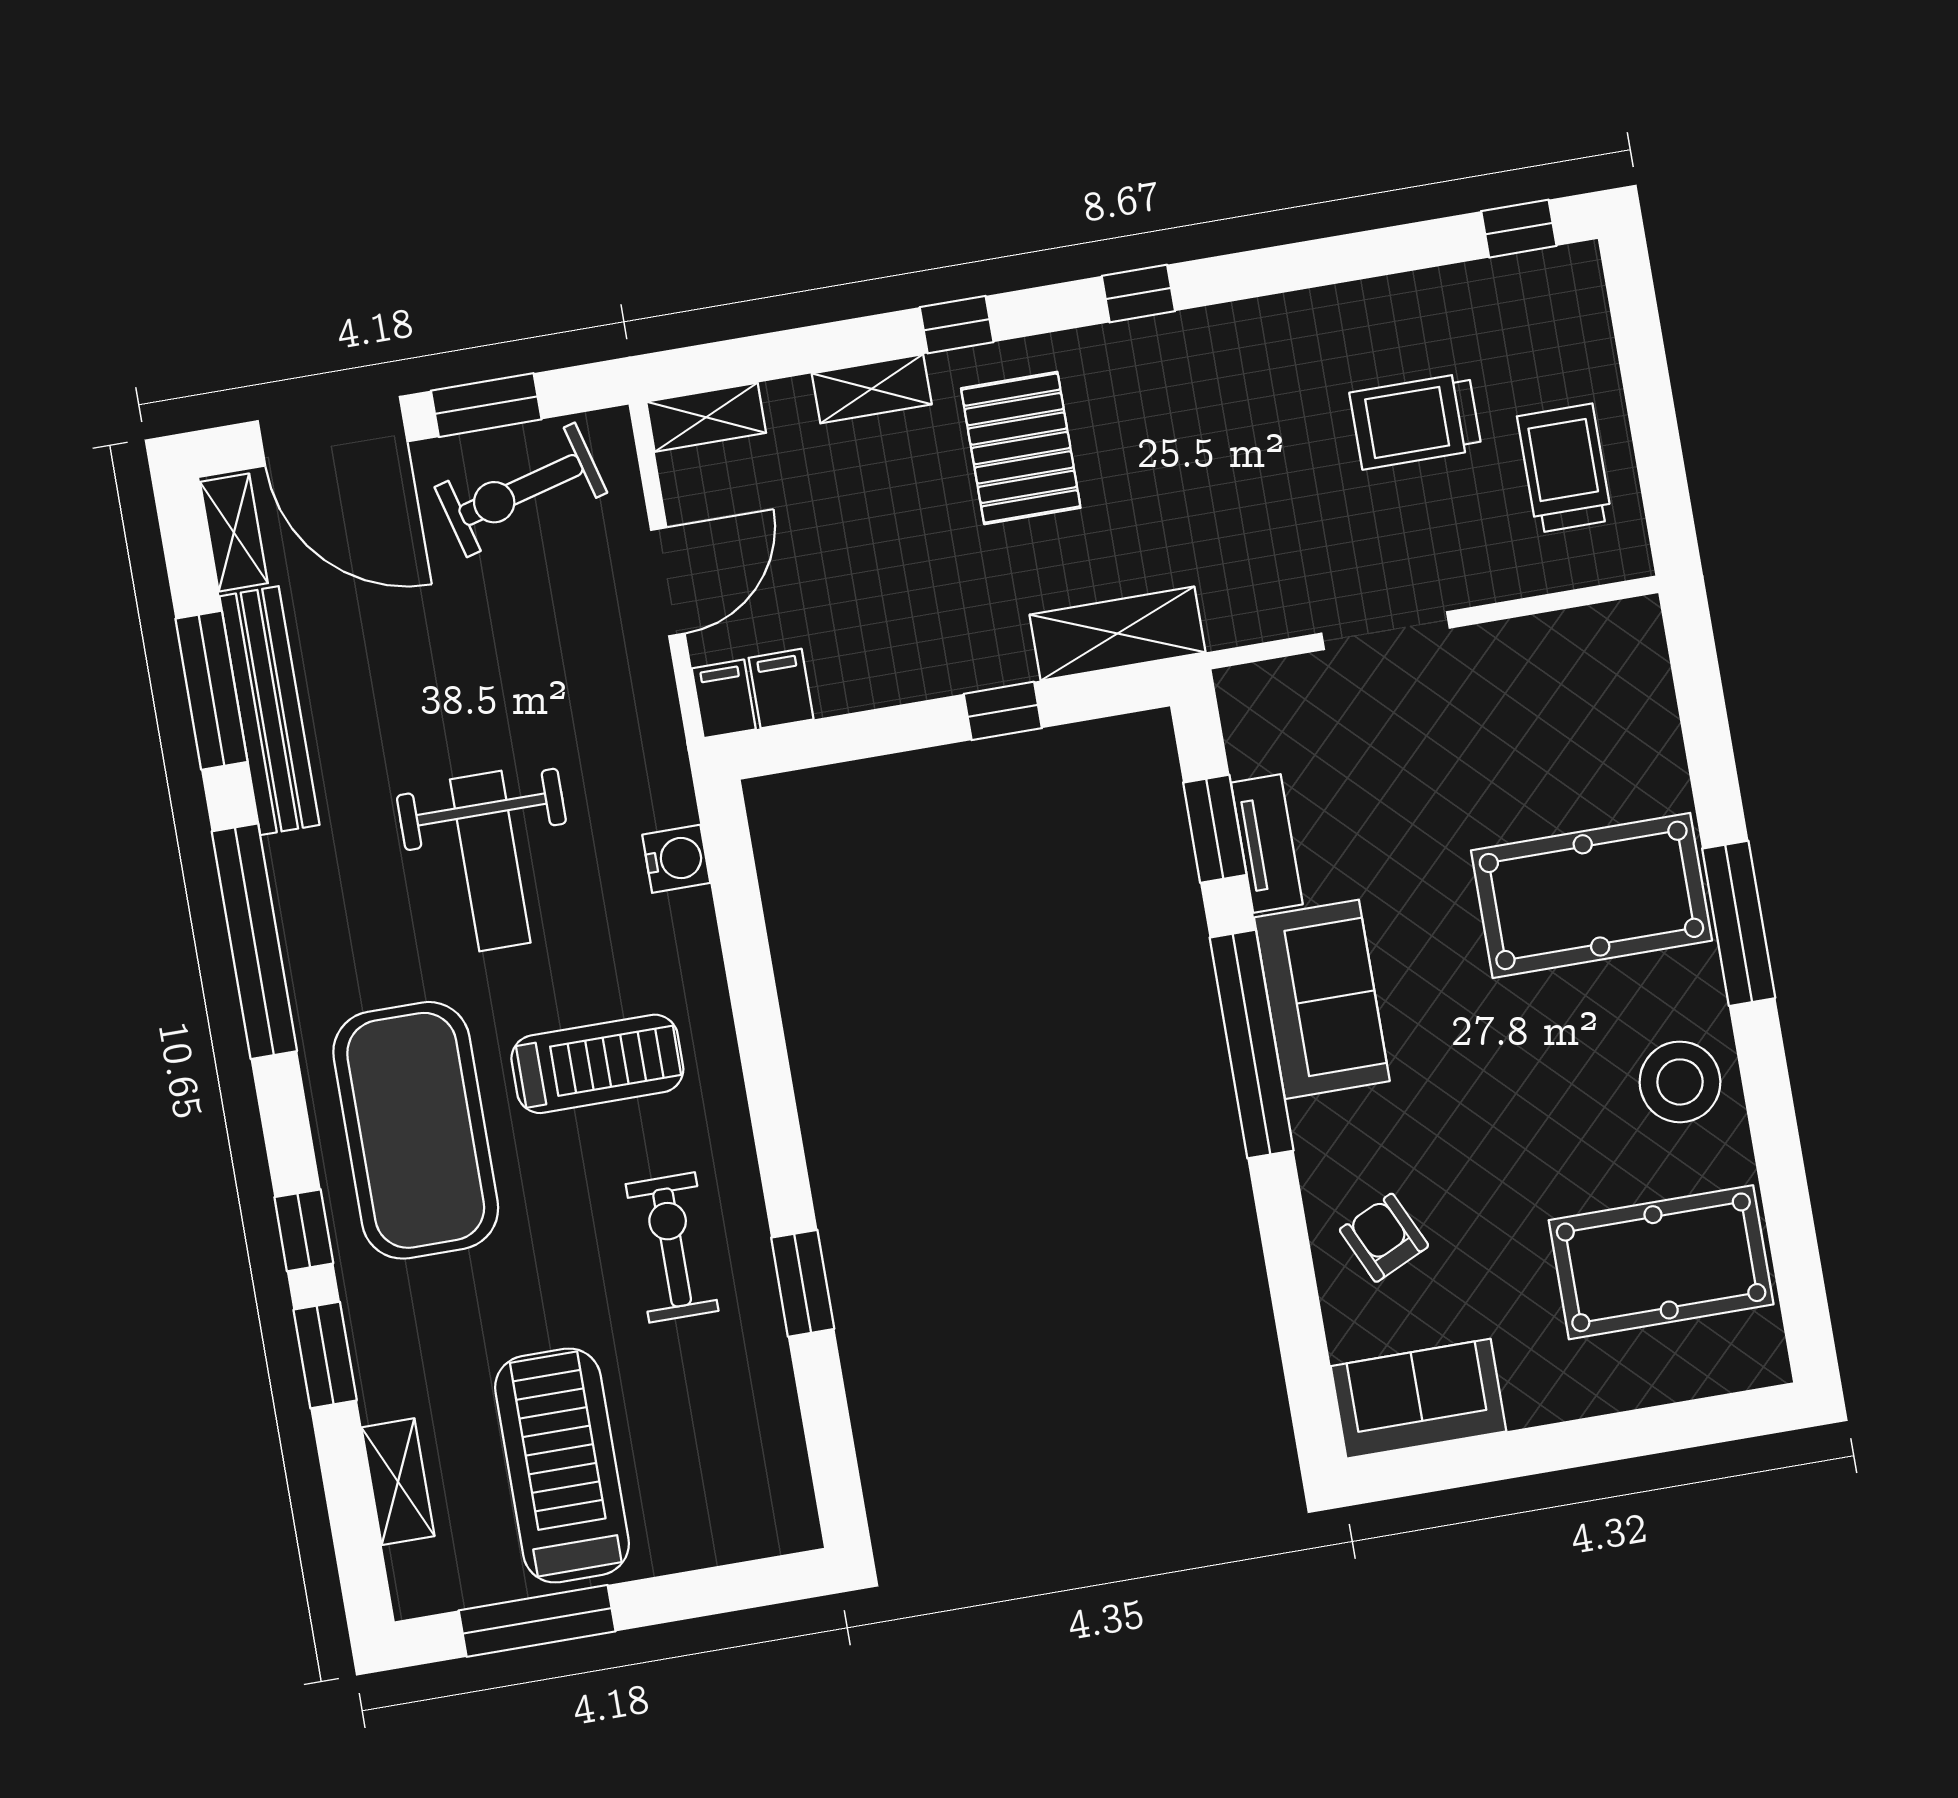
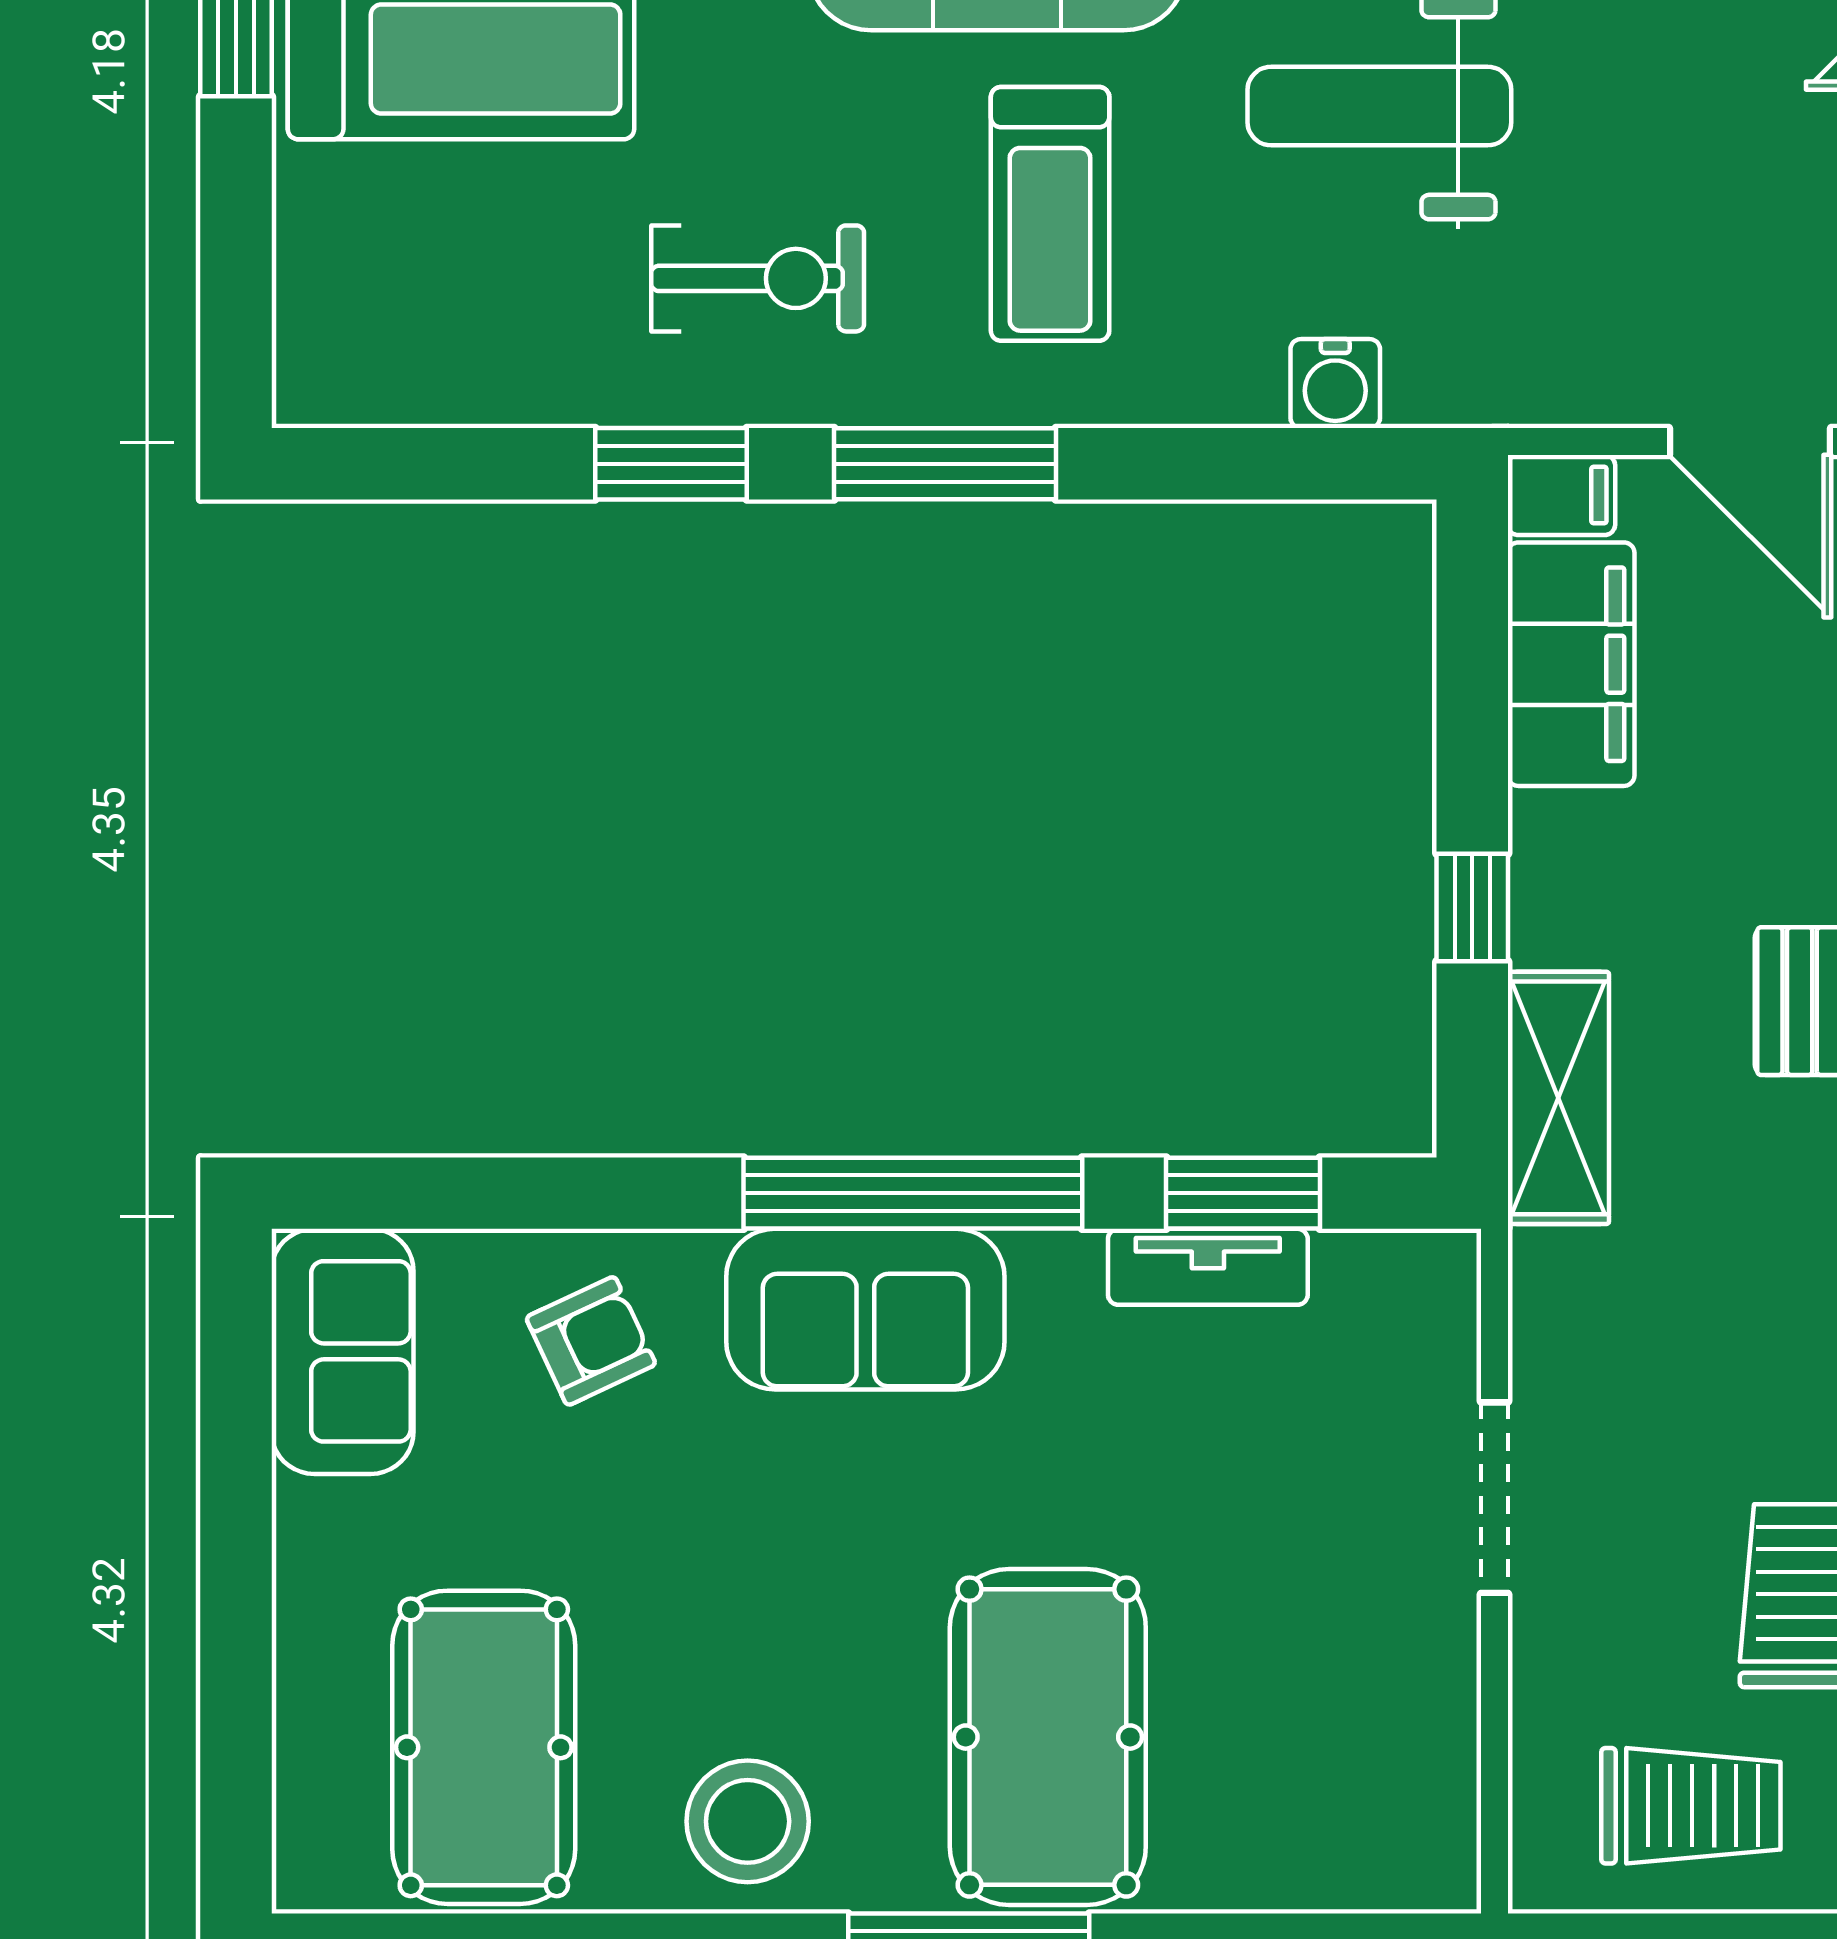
filing cabinet: (781, 689) -> (1571, 664), width x3.00, depth x1.17
sofa: (1322, 999) -> (865, 1309), moved
window: (772, 1104) -> (945, 464), added

